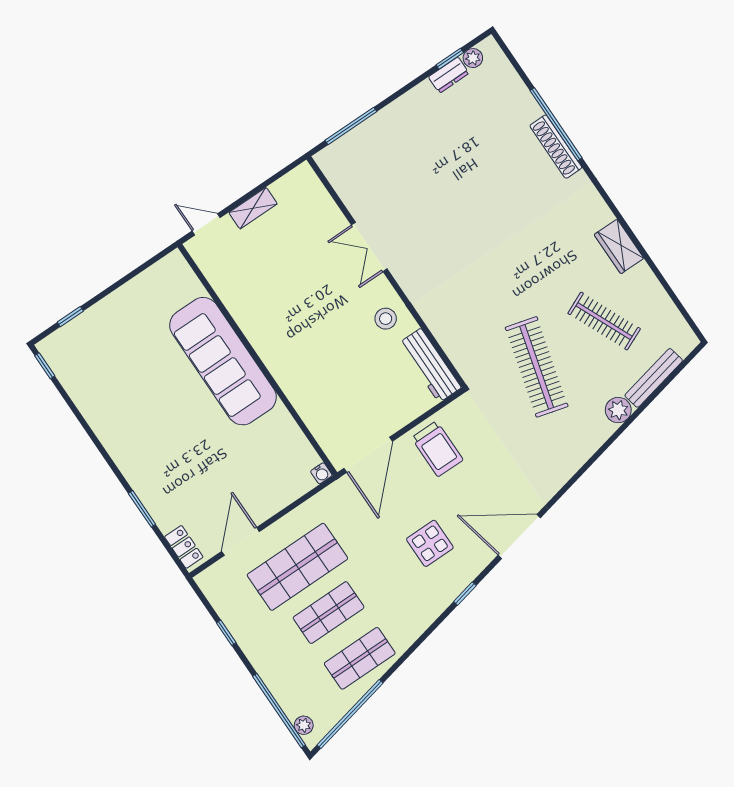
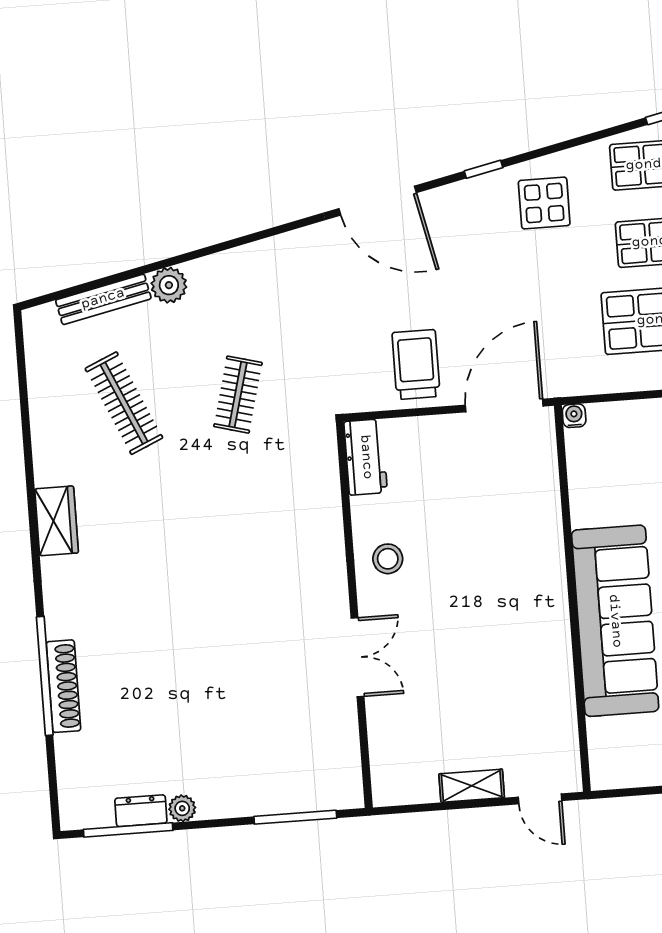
plant: (473, 58) -> (182, 808), moved
window: (450, 59) -> (128, 830), width x2.17
shoe rack: (556, 147) -> (64, 686), moved
wardrobe: (619, 246) -> (57, 521), moved
workbench: (430, 365) -> (366, 457), width x0.73
clothes rail: (537, 367) -> (238, 395), width x0.54, depth x0.76
display table: (430, 543) -> (544, 203), moved

